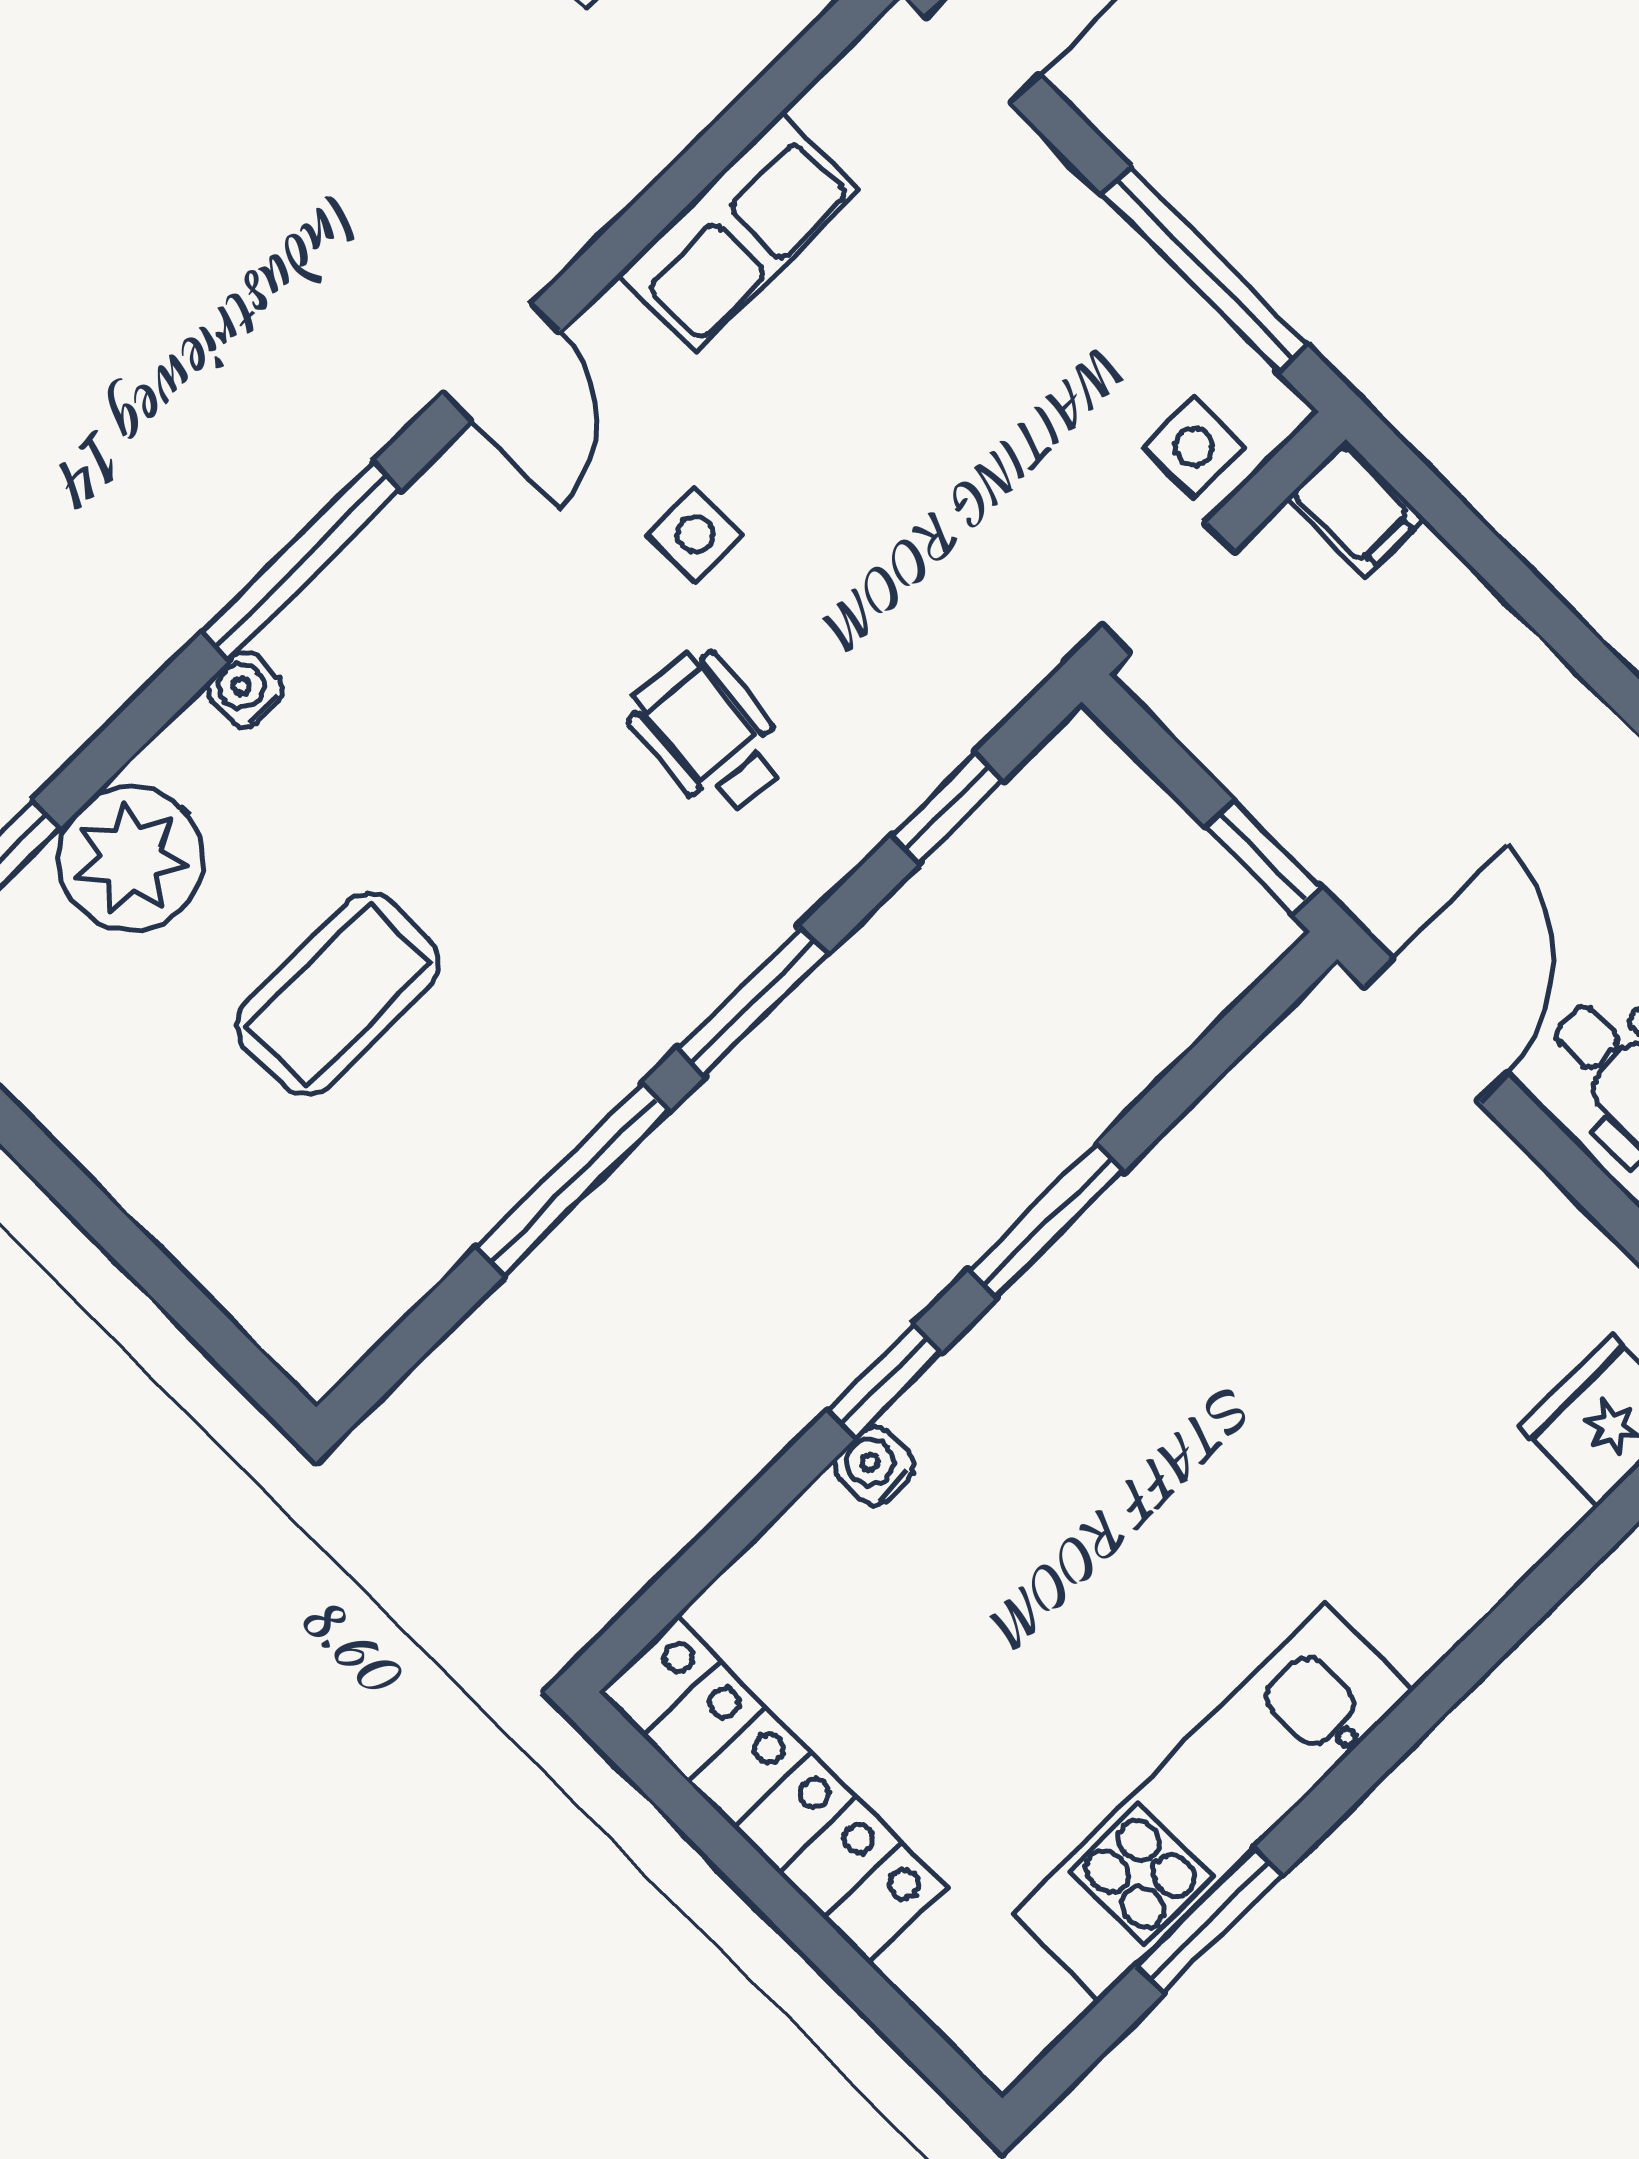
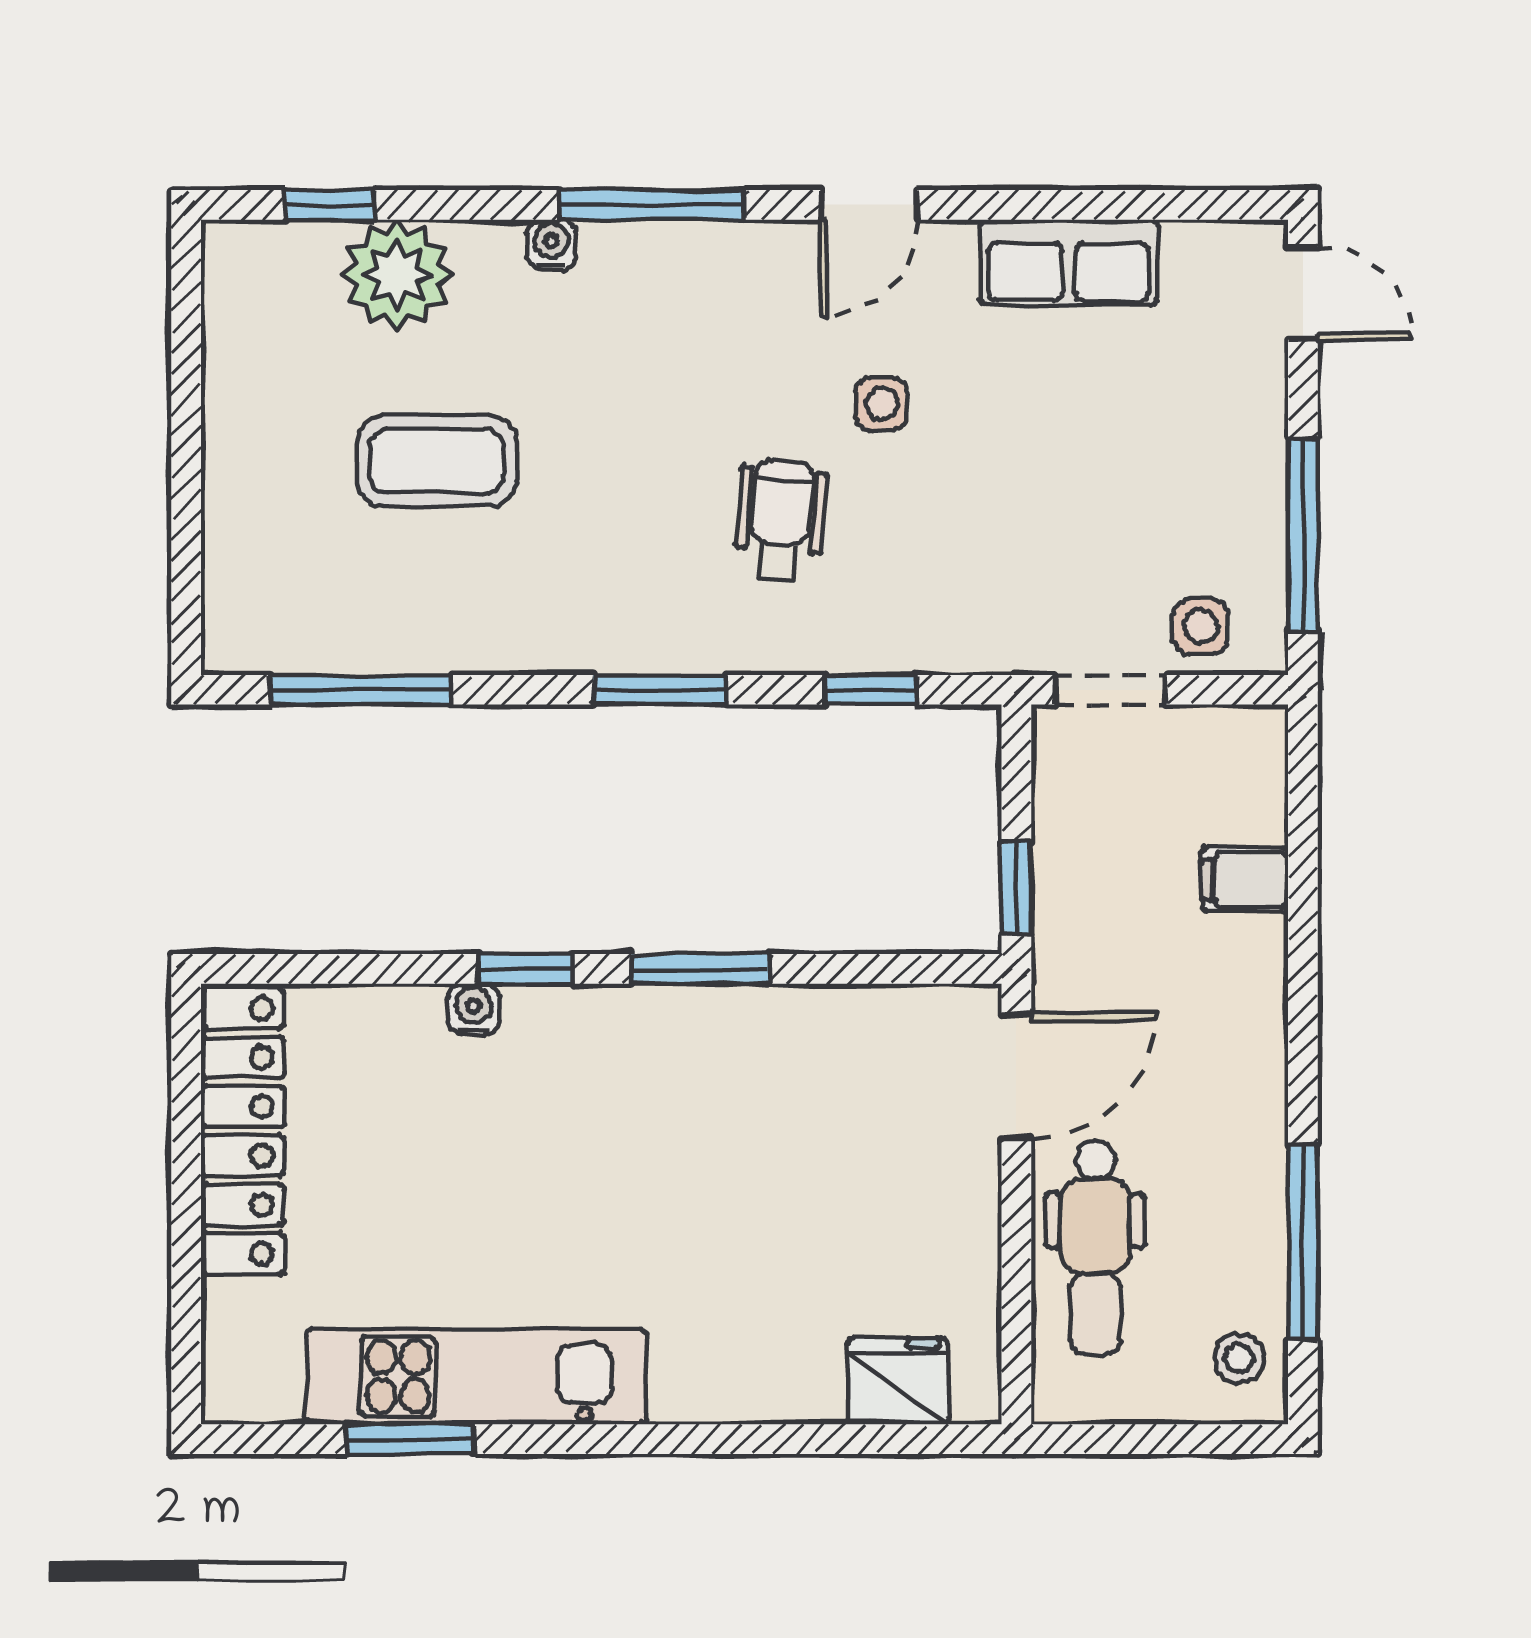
filing cabinet: (1356, 508) -> (1245, 880), moved, turned 90
window: (572, 1180) -> (361, 690), moved

